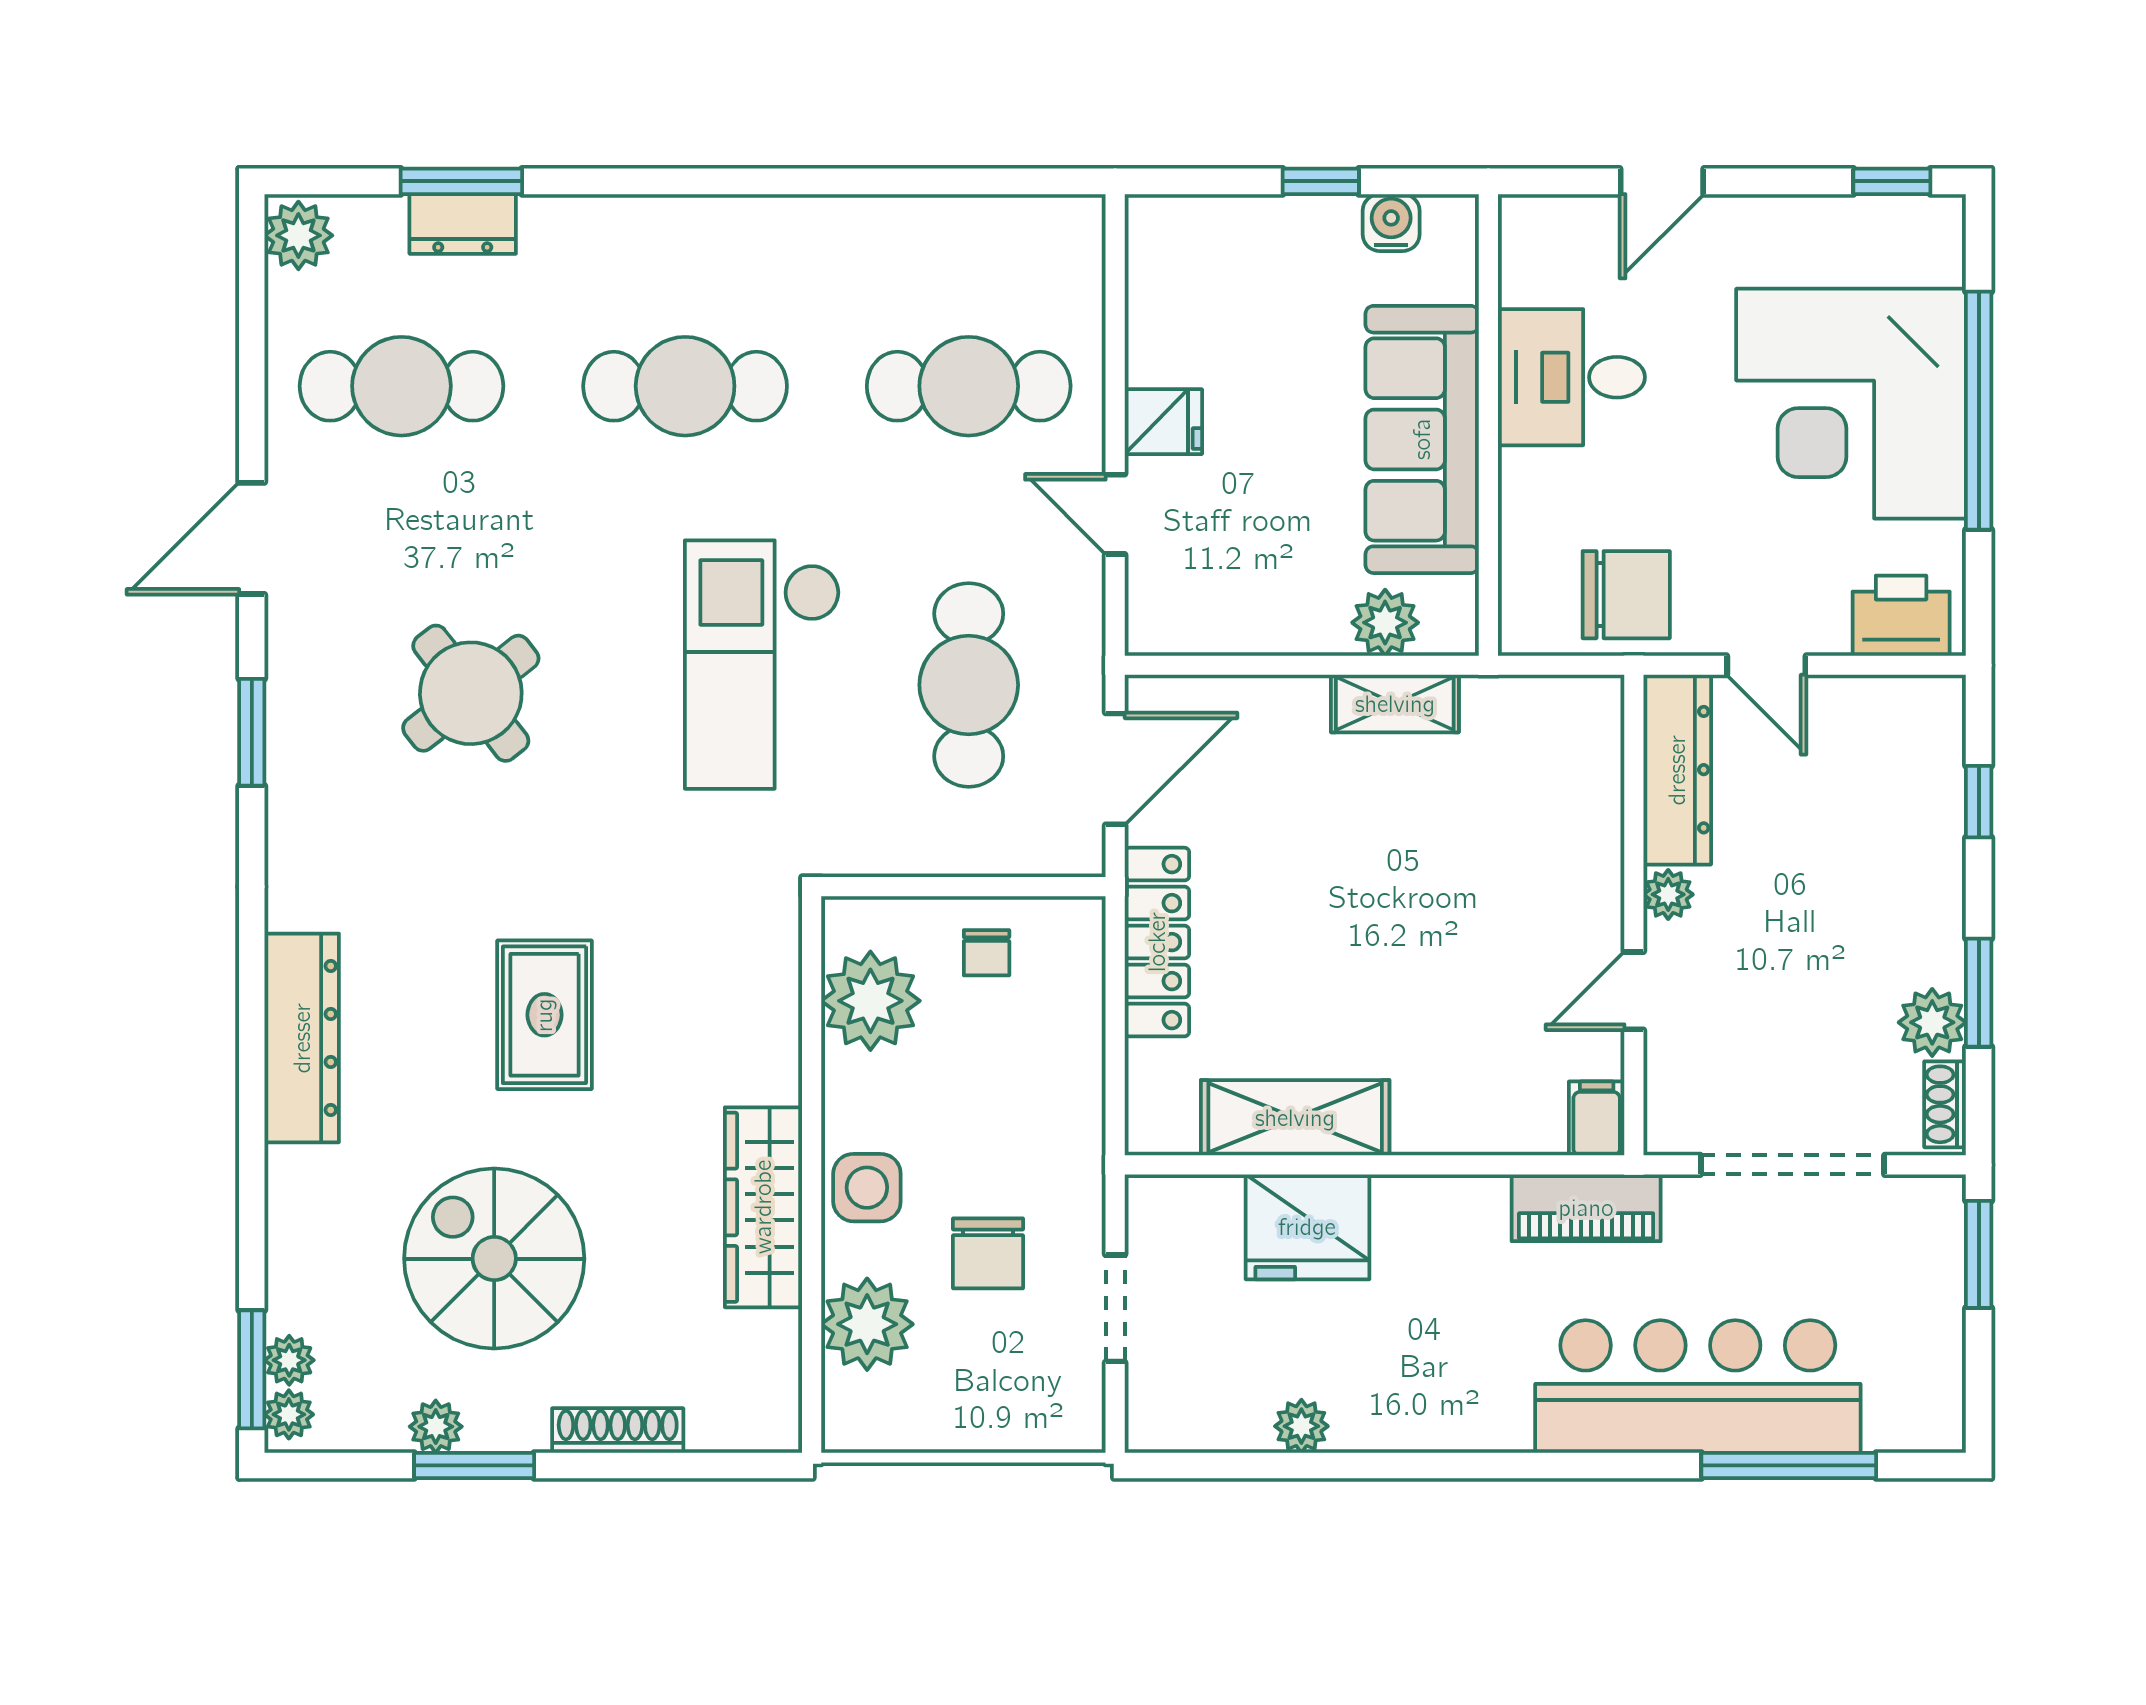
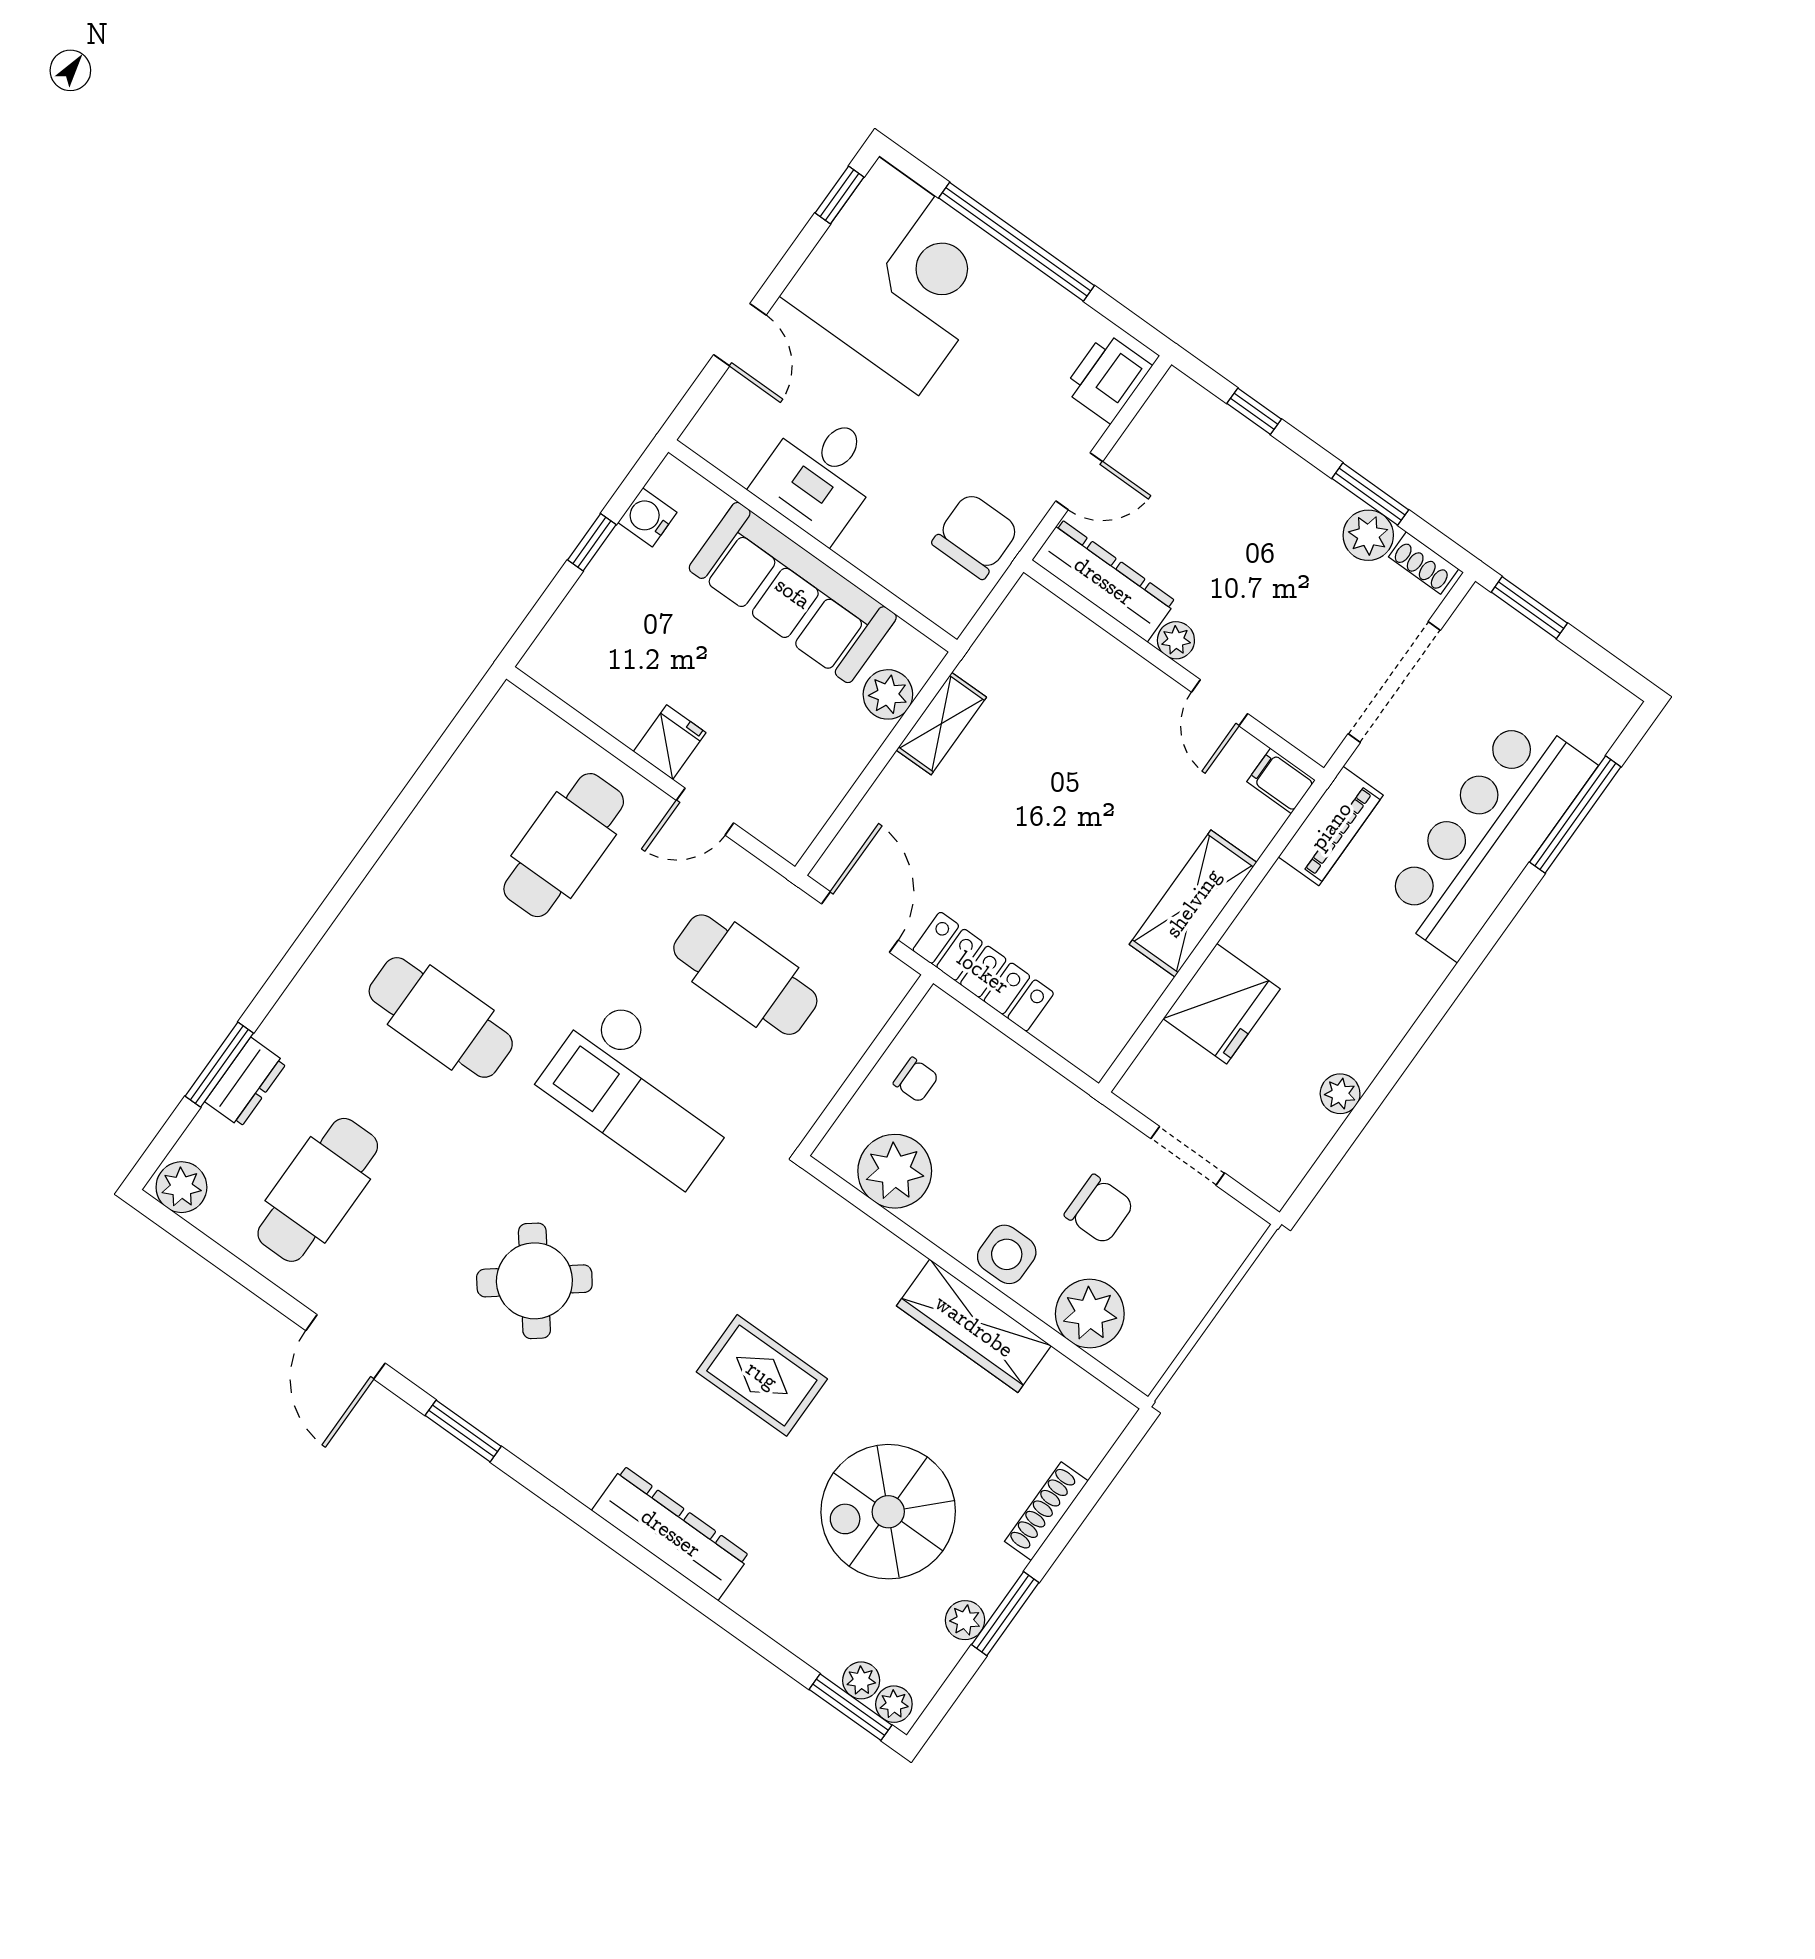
cafe table: (685, 386) -> (441, 1017), turned 90
corner desk: (1851, 404) -> (899, 276), moved, turned -90
shelving: (1295, 1118) -> (1193, 903), moved

